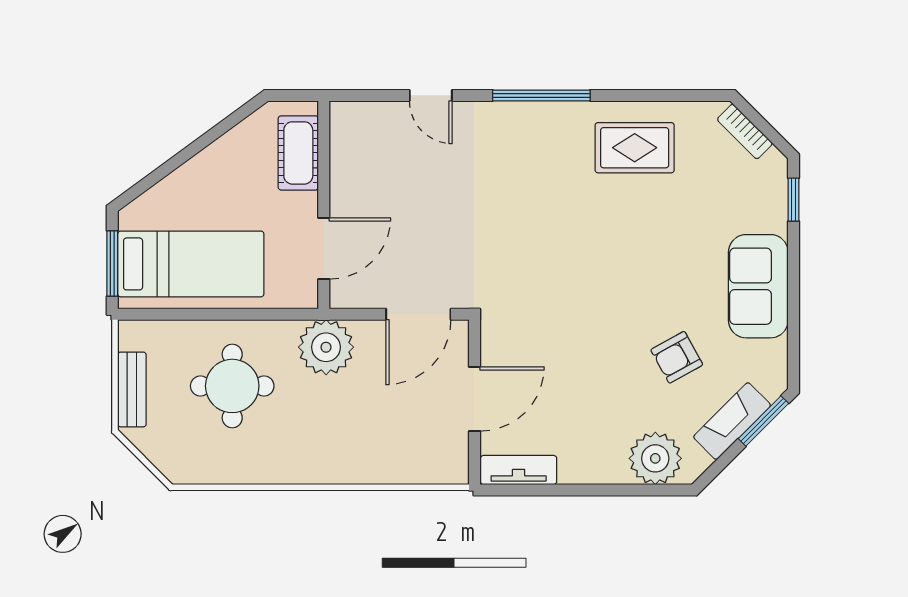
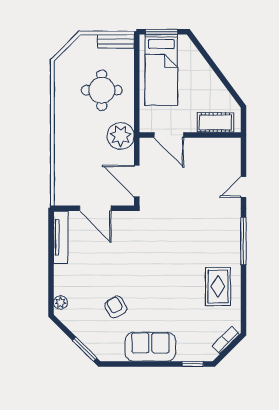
bench: (132, 389) -> (116, 41), moved
fireplace: (732, 421) -> (85, 334), removed
plant: (655, 458) -> (60, 302), width x0.53, depth x0.53
tv unit: (519, 470) -> (61, 237), width x1.41

